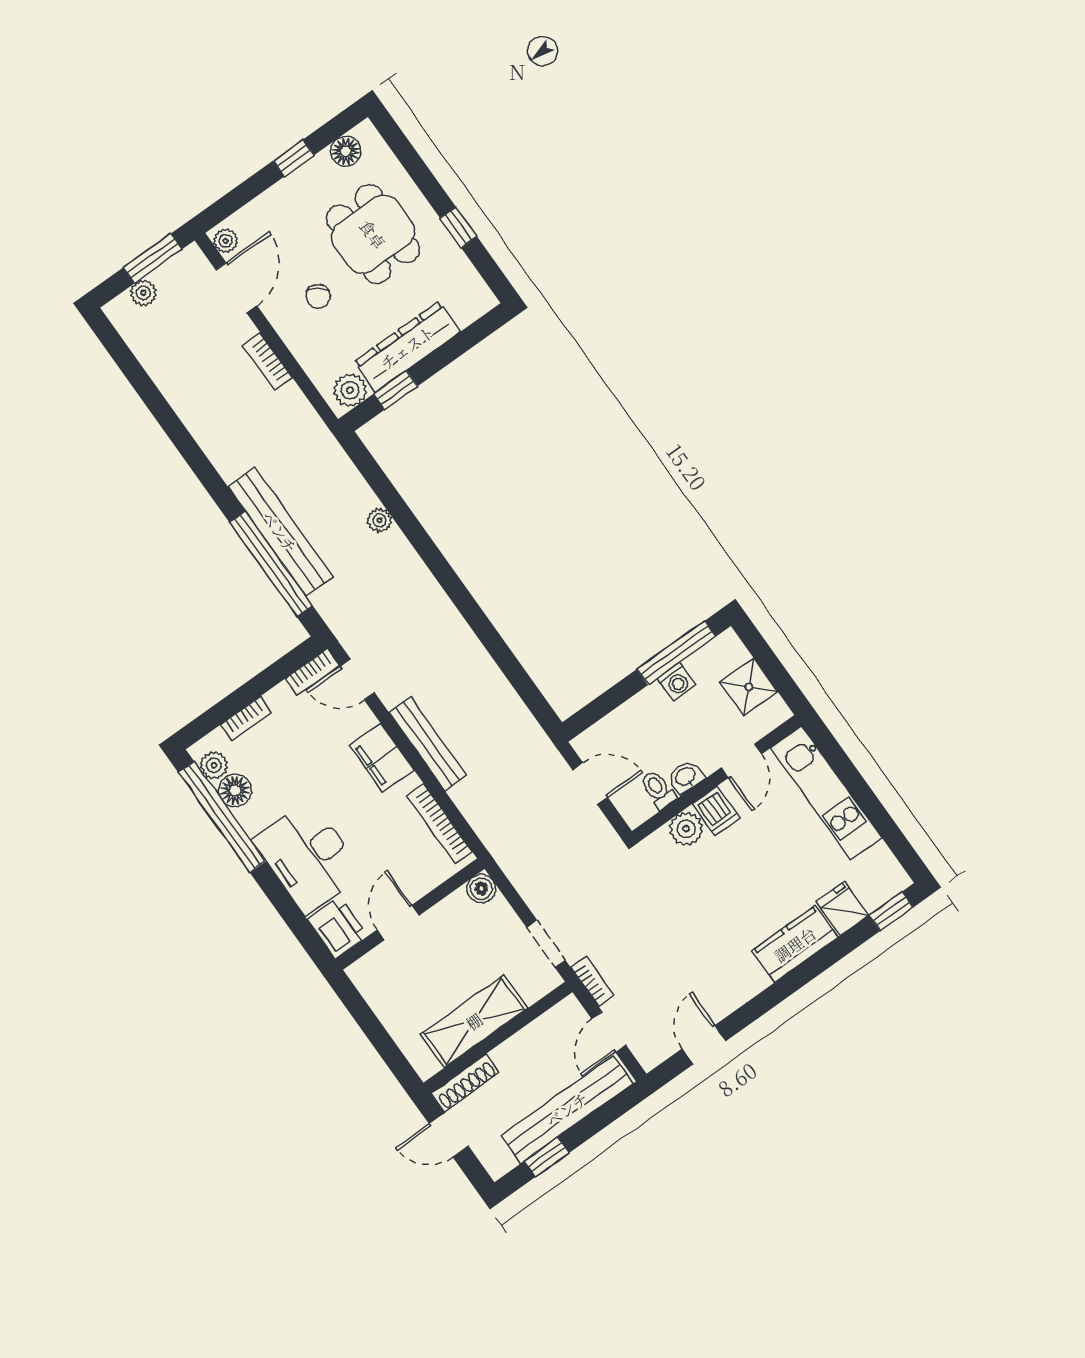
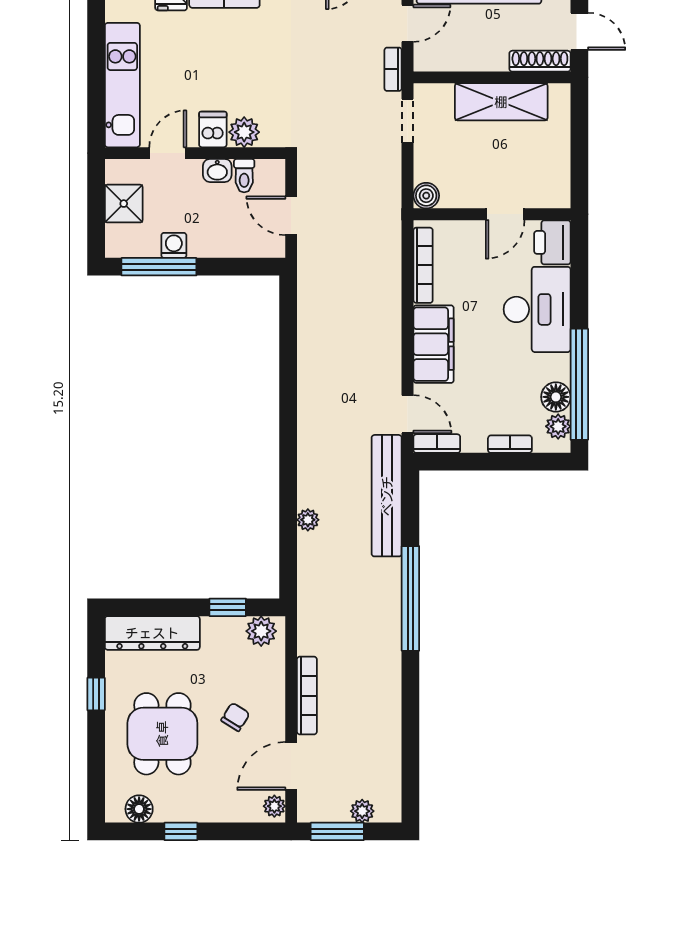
dresser: (407, 347) -> (152, 633), moved
bookcase: (267, 361) -> (307, 696), width x1.56
bench: (280, 532) -> (387, 496), moved
window: (271, 564) -> (410, 598), moved
bench: (428, 744) -> (390, 330), removed
filing cabinet: (382, 758) -> (434, 344), width x1.50, depth x1.17

